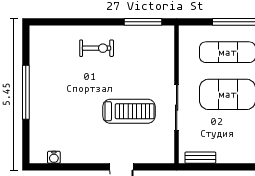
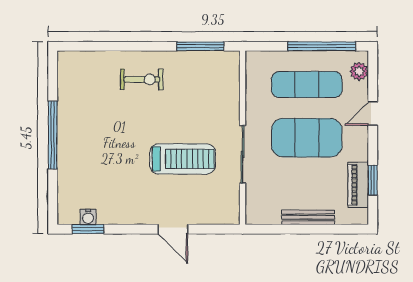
bench: (200, 158) -> (308, 217), moved, width x1.36
window: (54, 167) -> (88, 229), added

